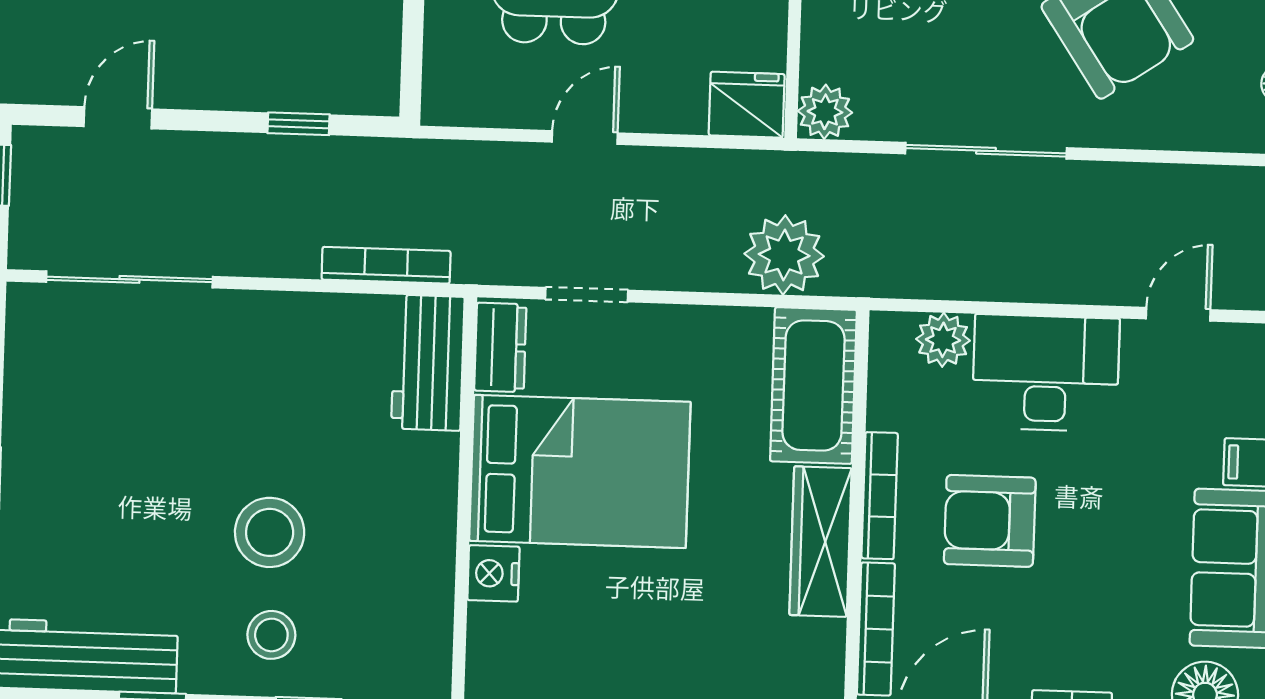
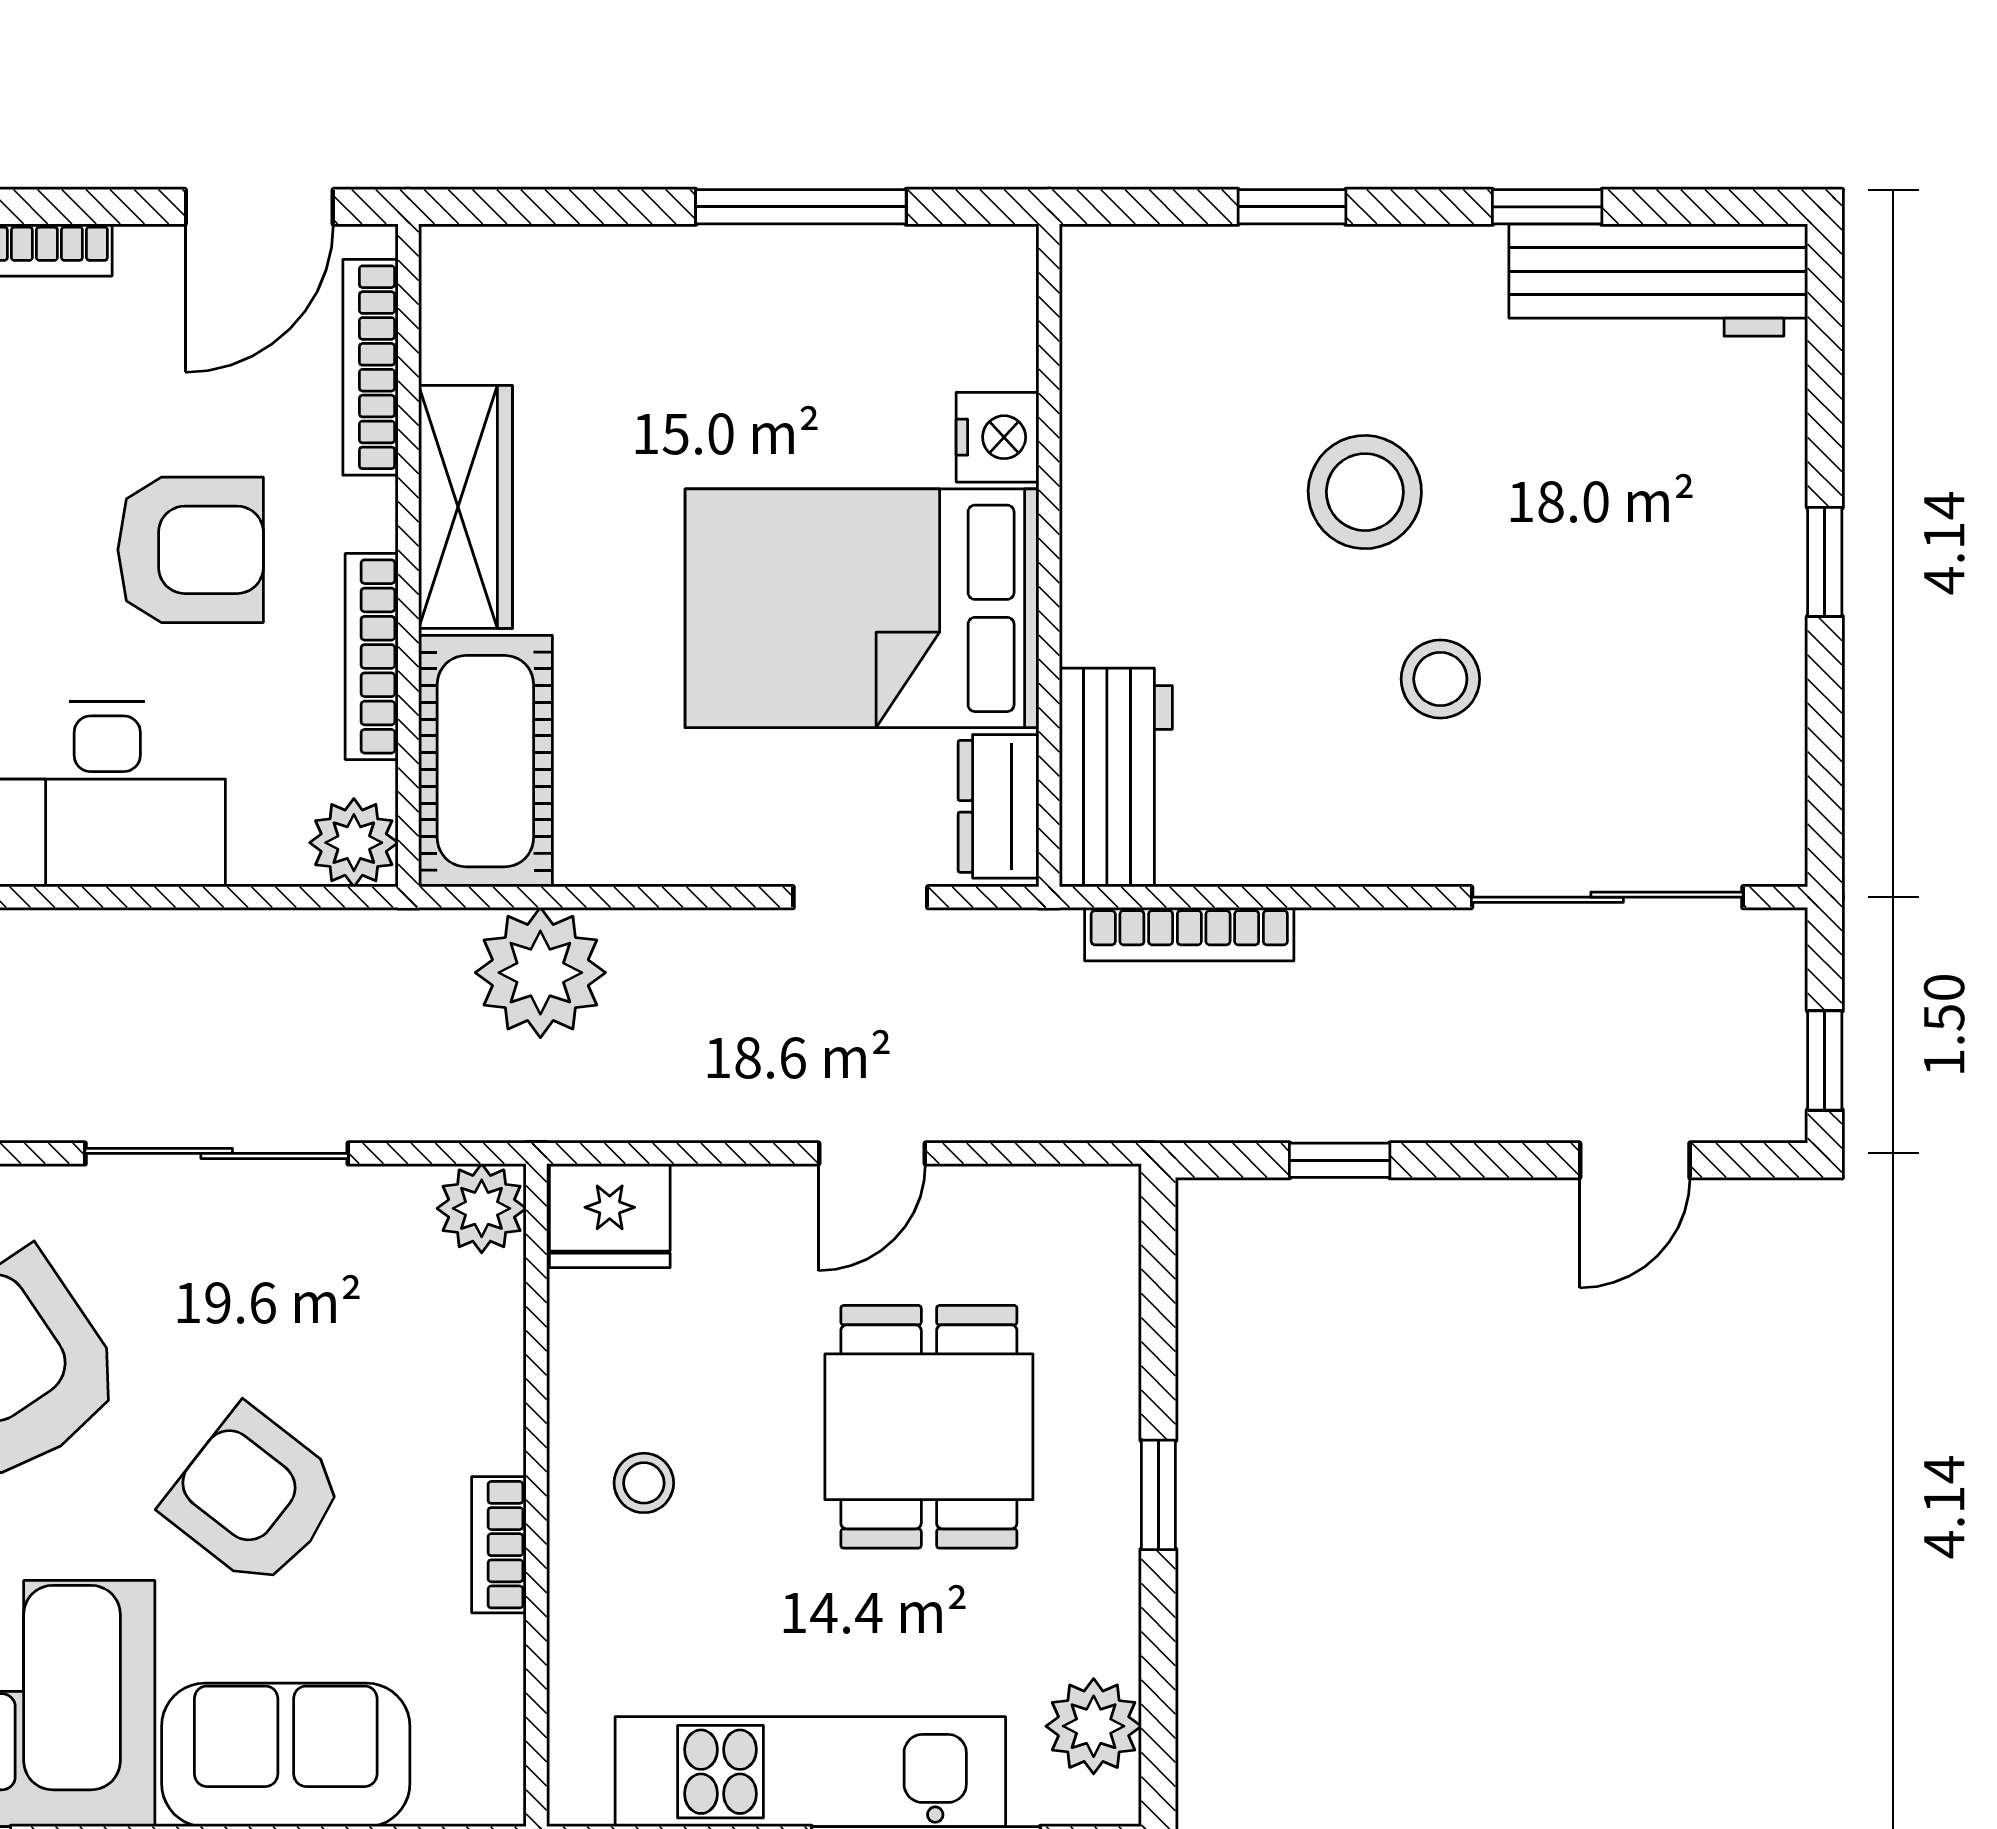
plant: (943, 340) -> (354, 843), moved
bookcase: (880, 496) -> (372, 656), moved
stool: (271, 635) -> (1440, 679), moved

